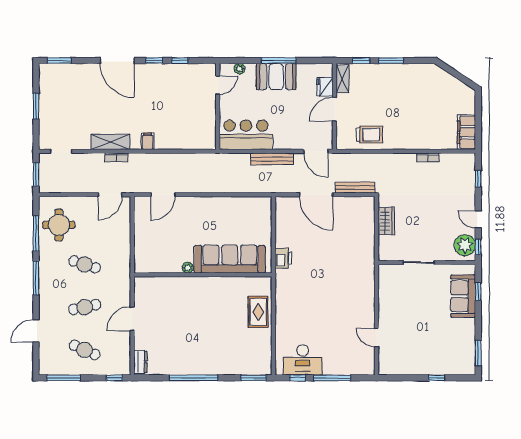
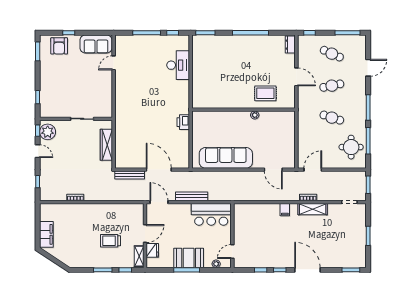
filing cabinet: (466, 132) -> (46, 234), moved
trolley: (369, 135) -> (110, 241), moved
door: (163, 195) -> (273, 170), swing flipped
wardrobe: (386, 221) -> (106, 145), width x1.50
sofa: (230, 259) -> (226, 158), moved, turned 180
sofa: (463, 296) -> (96, 44), moved, turned 90
rug: (258, 312) -> (265, 93), moved, turned 90
door: (132, 319) -> (296, 77), hinge flipped
door: (377, 337) -> (114, 63), swing flipped
desk: (303, 360) -> (178, 65), moved, turned 90
armchair: (449, 360) -> (59, 46), added

